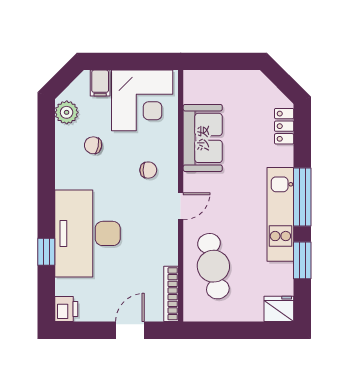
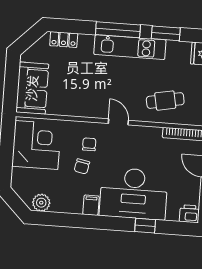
filing cabinet: (100, 83) -> (91, 205), moved, turned -90
sofa: (203, 138) -> (32, 88), moved, turned 90
chair: (93, 145) -> (82, 166), moved
cafe table: (213, 266) -> (165, 101), width x0.73, depth x0.74

